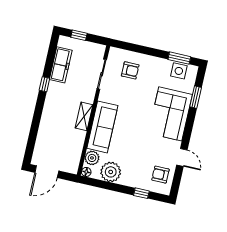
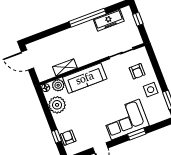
side table: (179, 71) -> (151, 90), moved
window: (44, 84) -> (88, 18), width x3.17
window: (196, 97) -> (137, 134), moved
shelving: (84, 116) -> (65, 67), moved
armchair: (160, 175) -> (68, 138), moved

